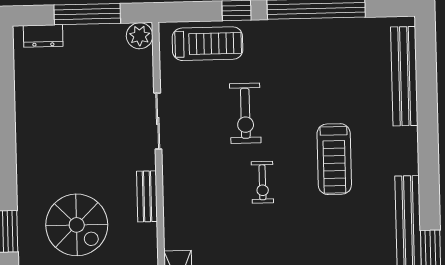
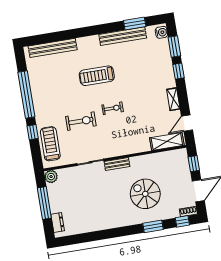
treadmill: (334, 159) -> (97, 76), turned 180
bench: (147, 196) -> (117, 164), moved
spiral stairs: (77, 225) -> (145, 194), turned -90

